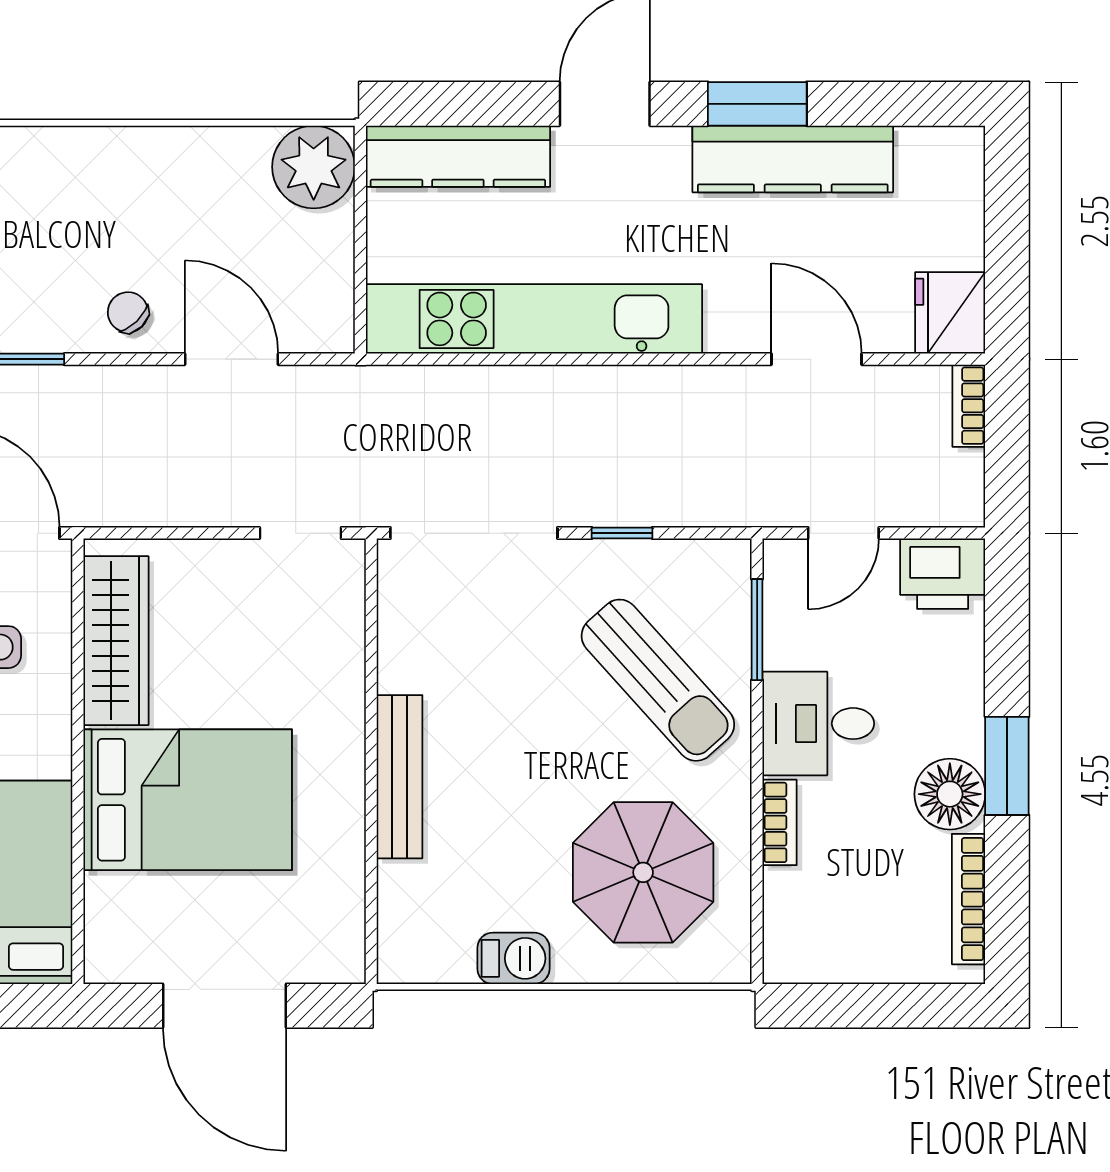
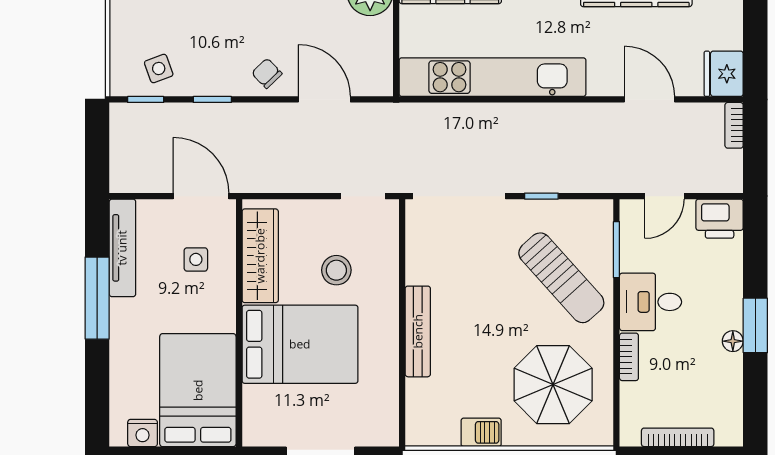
stool: (253, 666) -> (336, 270), added
floor lamp: (950, 794) -> (733, 341), width x0.53, depth x0.53
bookcase: (969, 899) -> (678, 437), moved, turned 90

